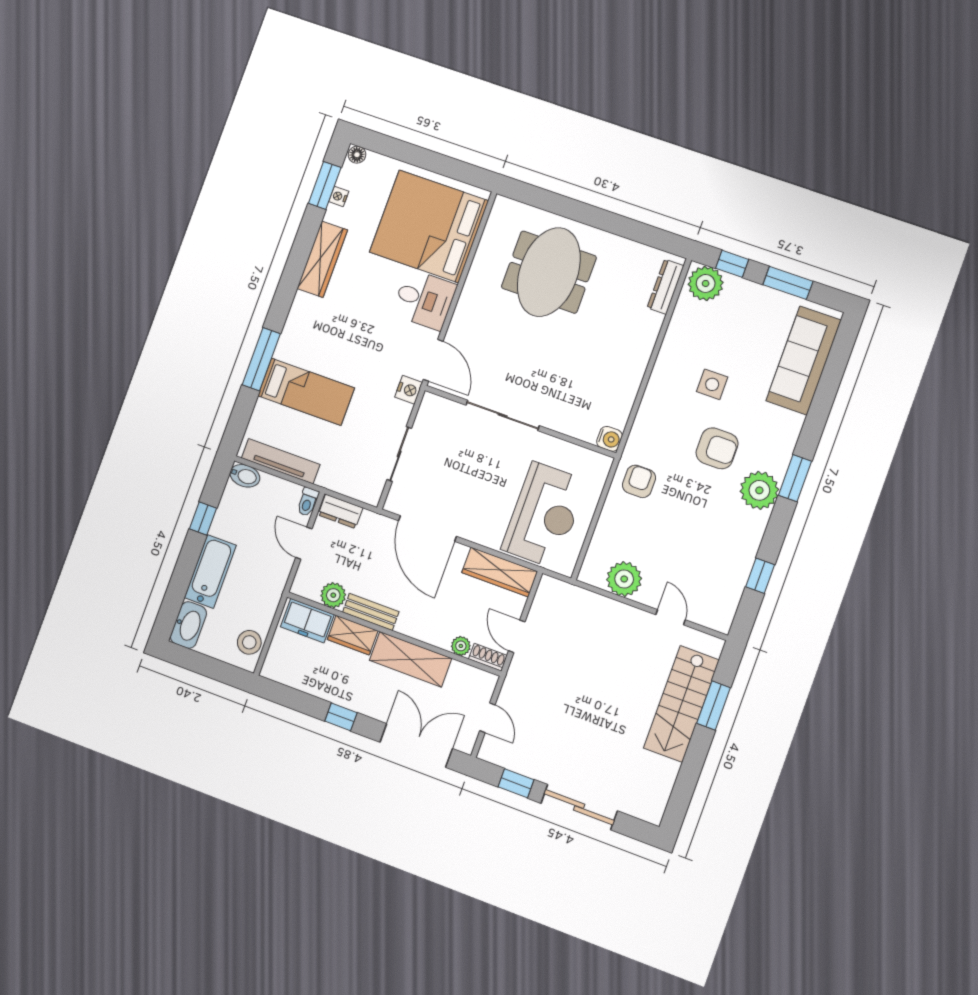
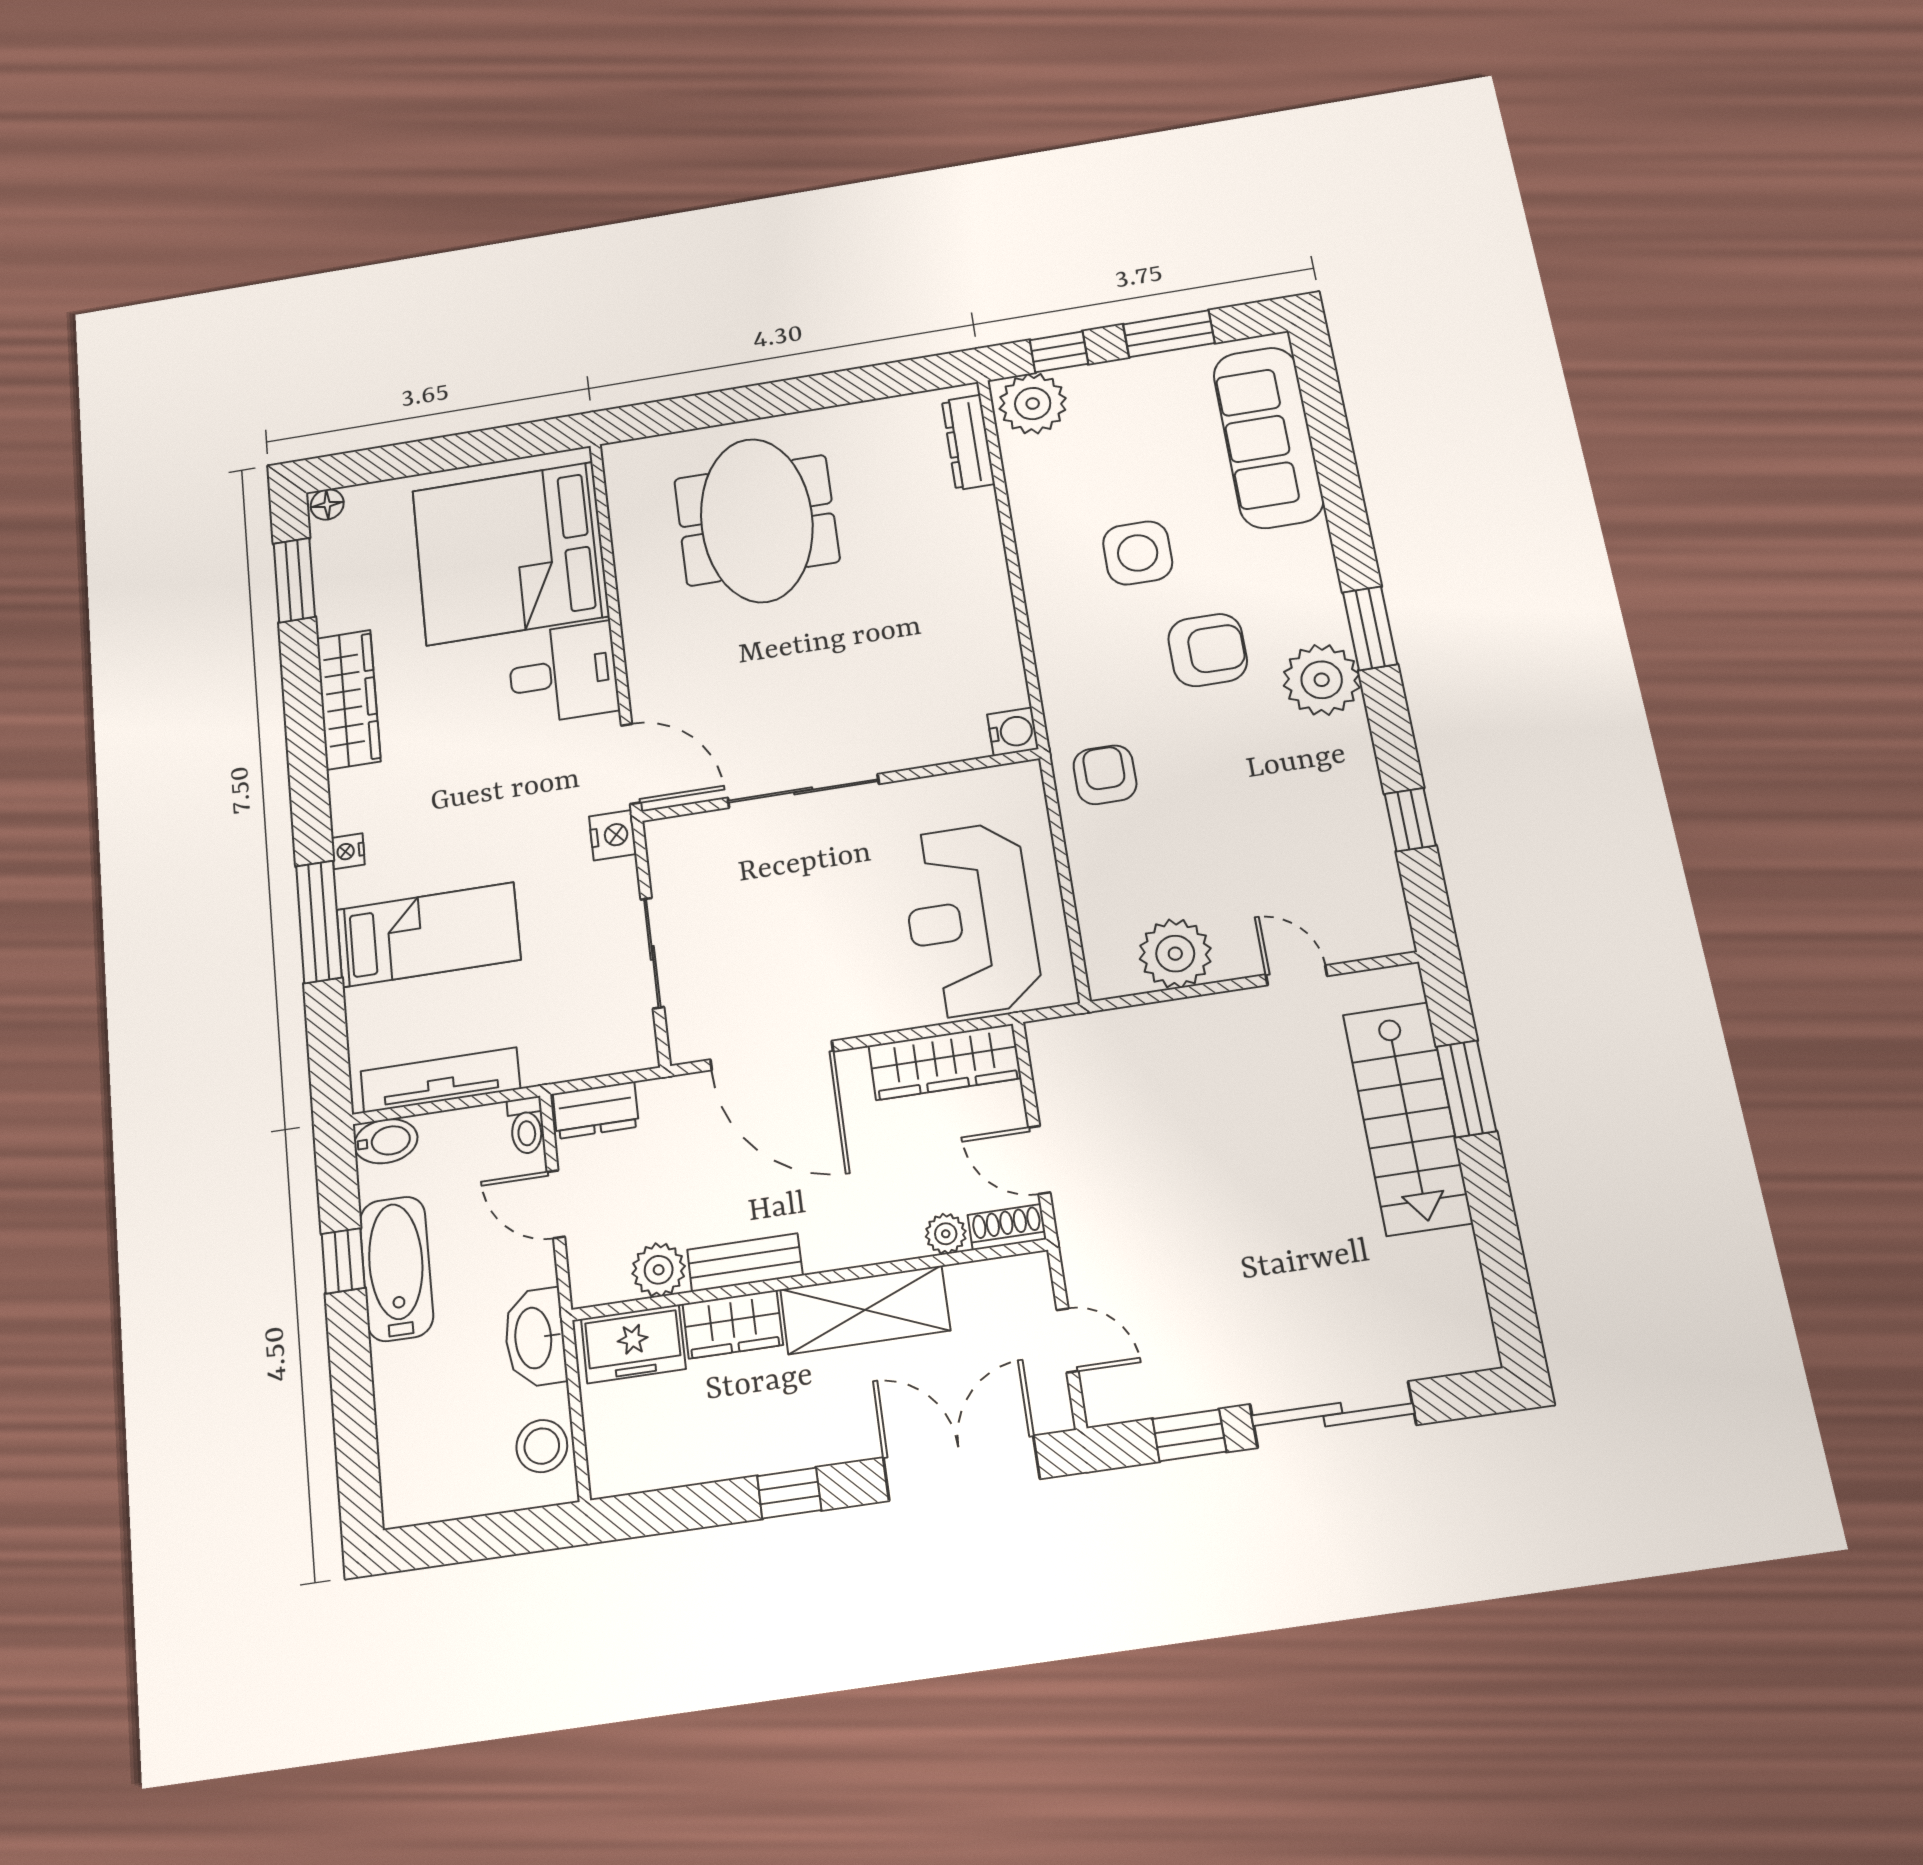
nightstand: (339, 196) -> (348, 851), moved
side table: (712, 384) -> (1138, 553), width x1.37, depth x1.37
reception desk: (544, 515) -> (970, 920), turned 180
bathtub: (210, 571) -> (396, 1269), moved
washbasin: (188, 625) -> (535, 1338), moved, turned 180

